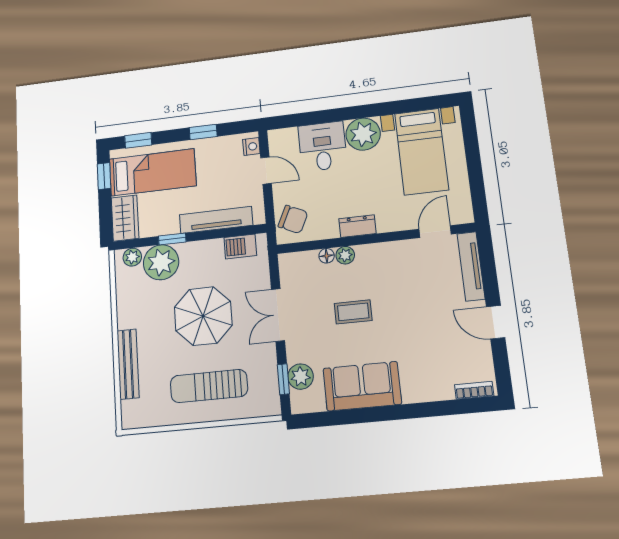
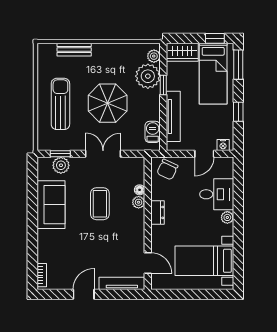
plant: (363, 134) -> (227, 217), width x0.53, depth x0.53
window: (138, 140) -> (238, 65), width x1.50
coffee table: (353, 312) -> (100, 204), width x1.36, depth x1.30
bench: (128, 364) -> (74, 50), width x0.73

